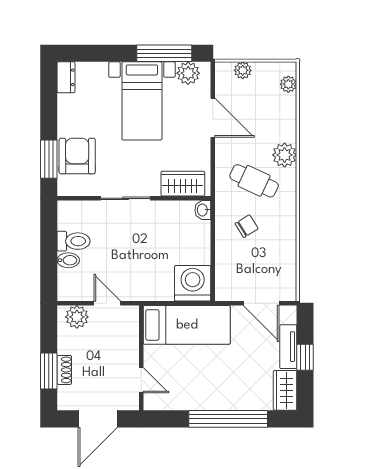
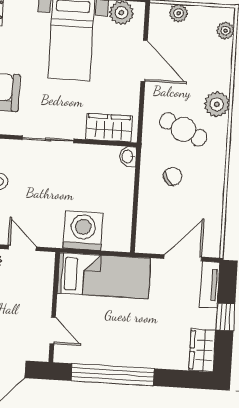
washing machine: (193, 283) -> (83, 231), moved
door: (261, 303) -> (183, 258), swing flipped
tv unit: (288, 347) -> (210, 285), moved
window: (228, 419) -> (113, 375), moved

